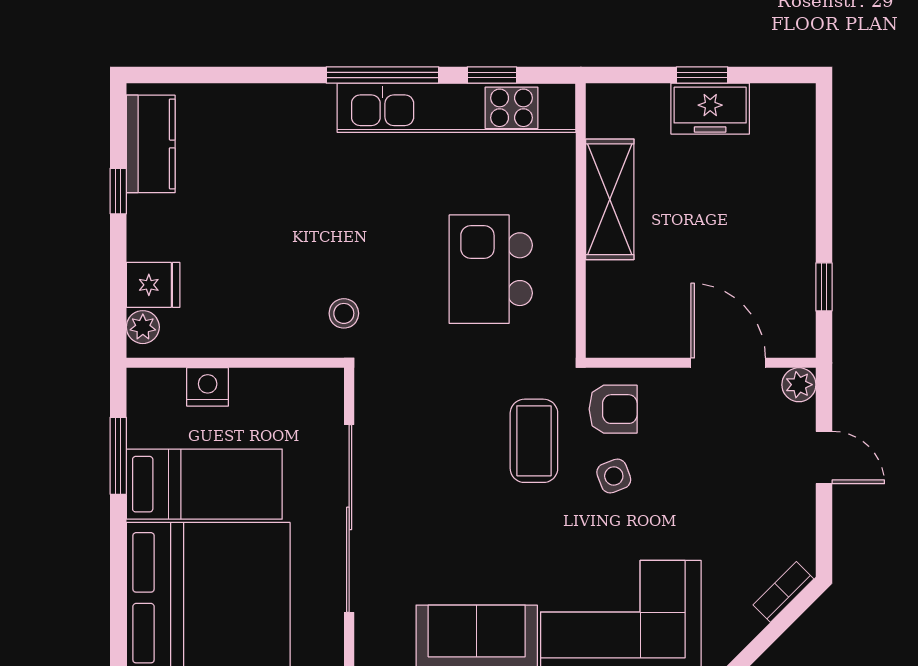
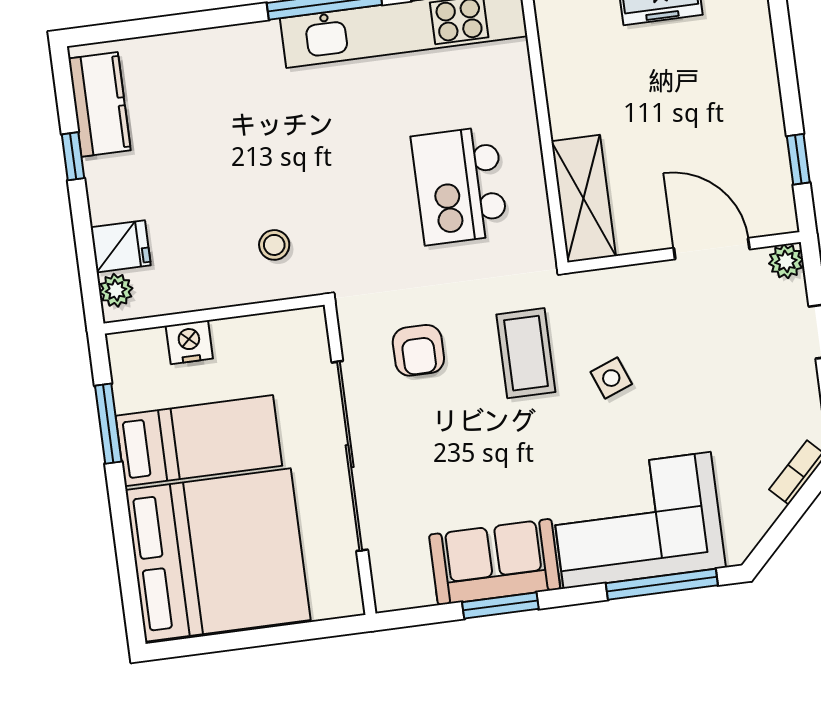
shelving: (610, 199) -> (584, 199), moved
stool: (344, 313) -> (274, 245), moved
armchair: (613, 409) -> (418, 350), moved, turned 90

